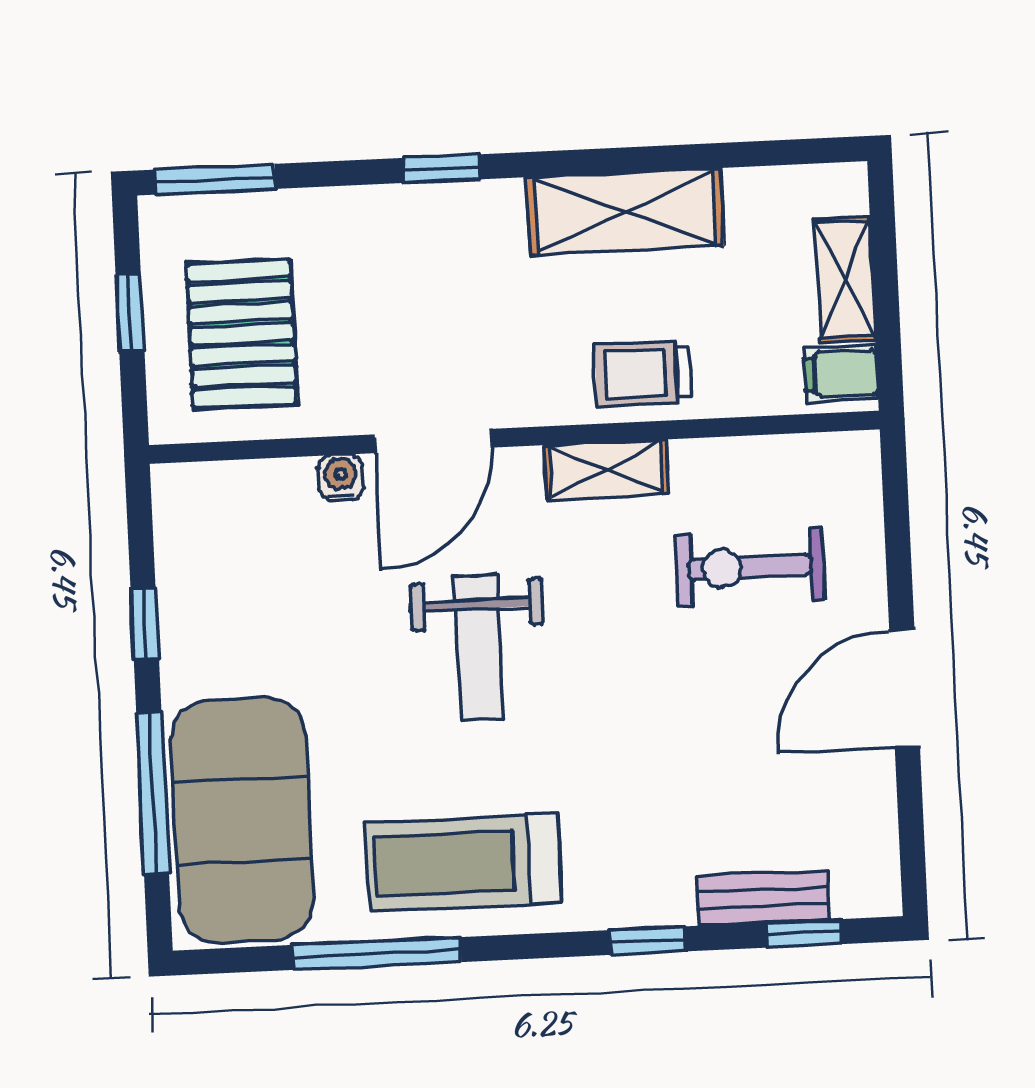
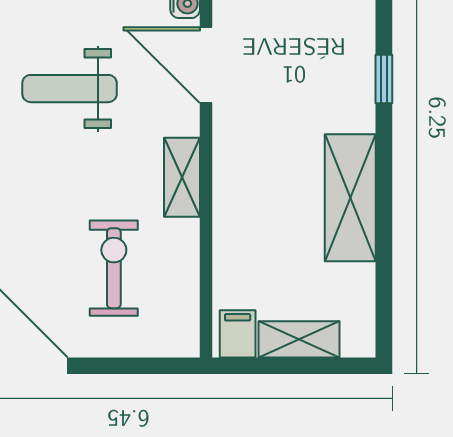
trolley: (642, 374) -> (244, 204), removed

